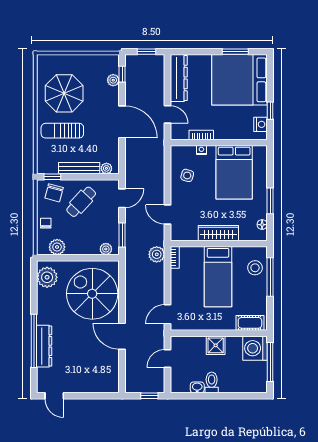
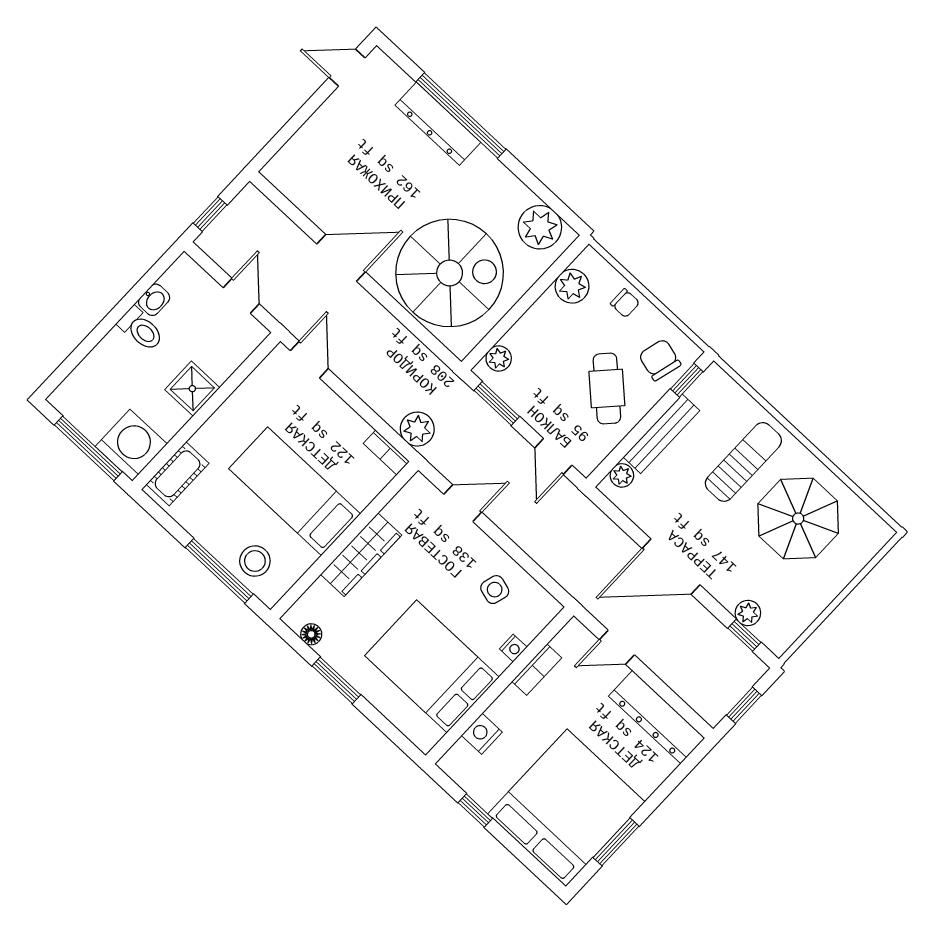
nightstand: (261, 124) -> (482, 734), moved, turned 90

